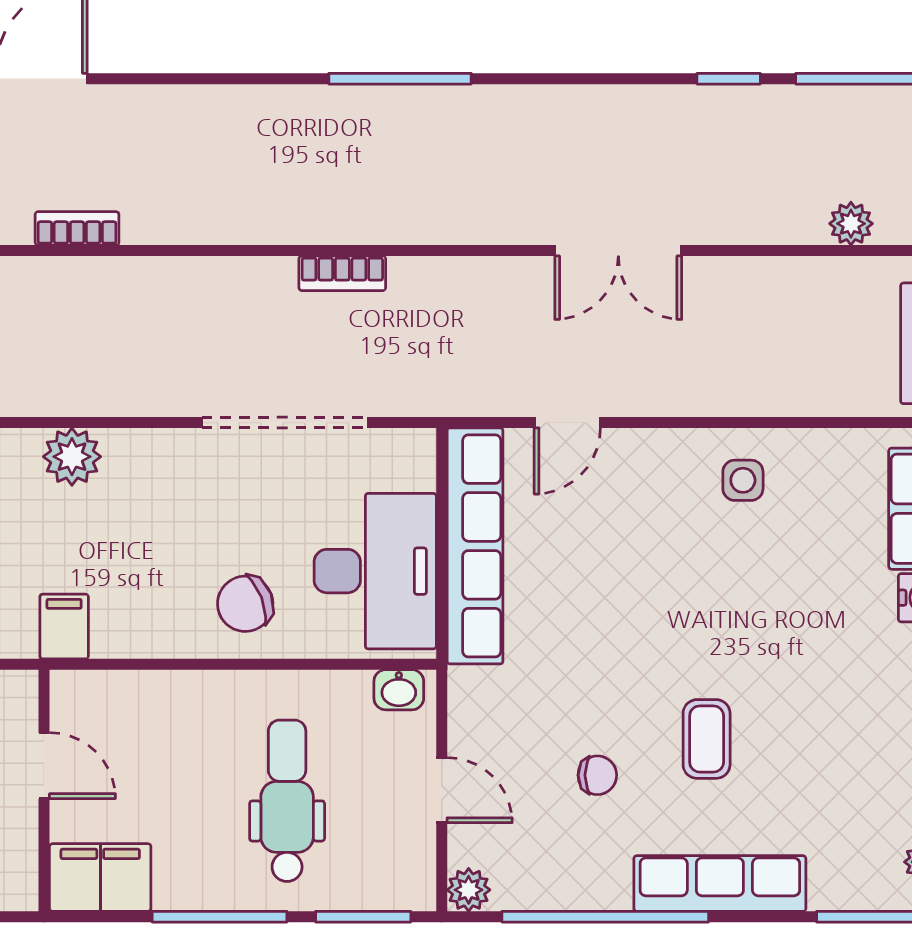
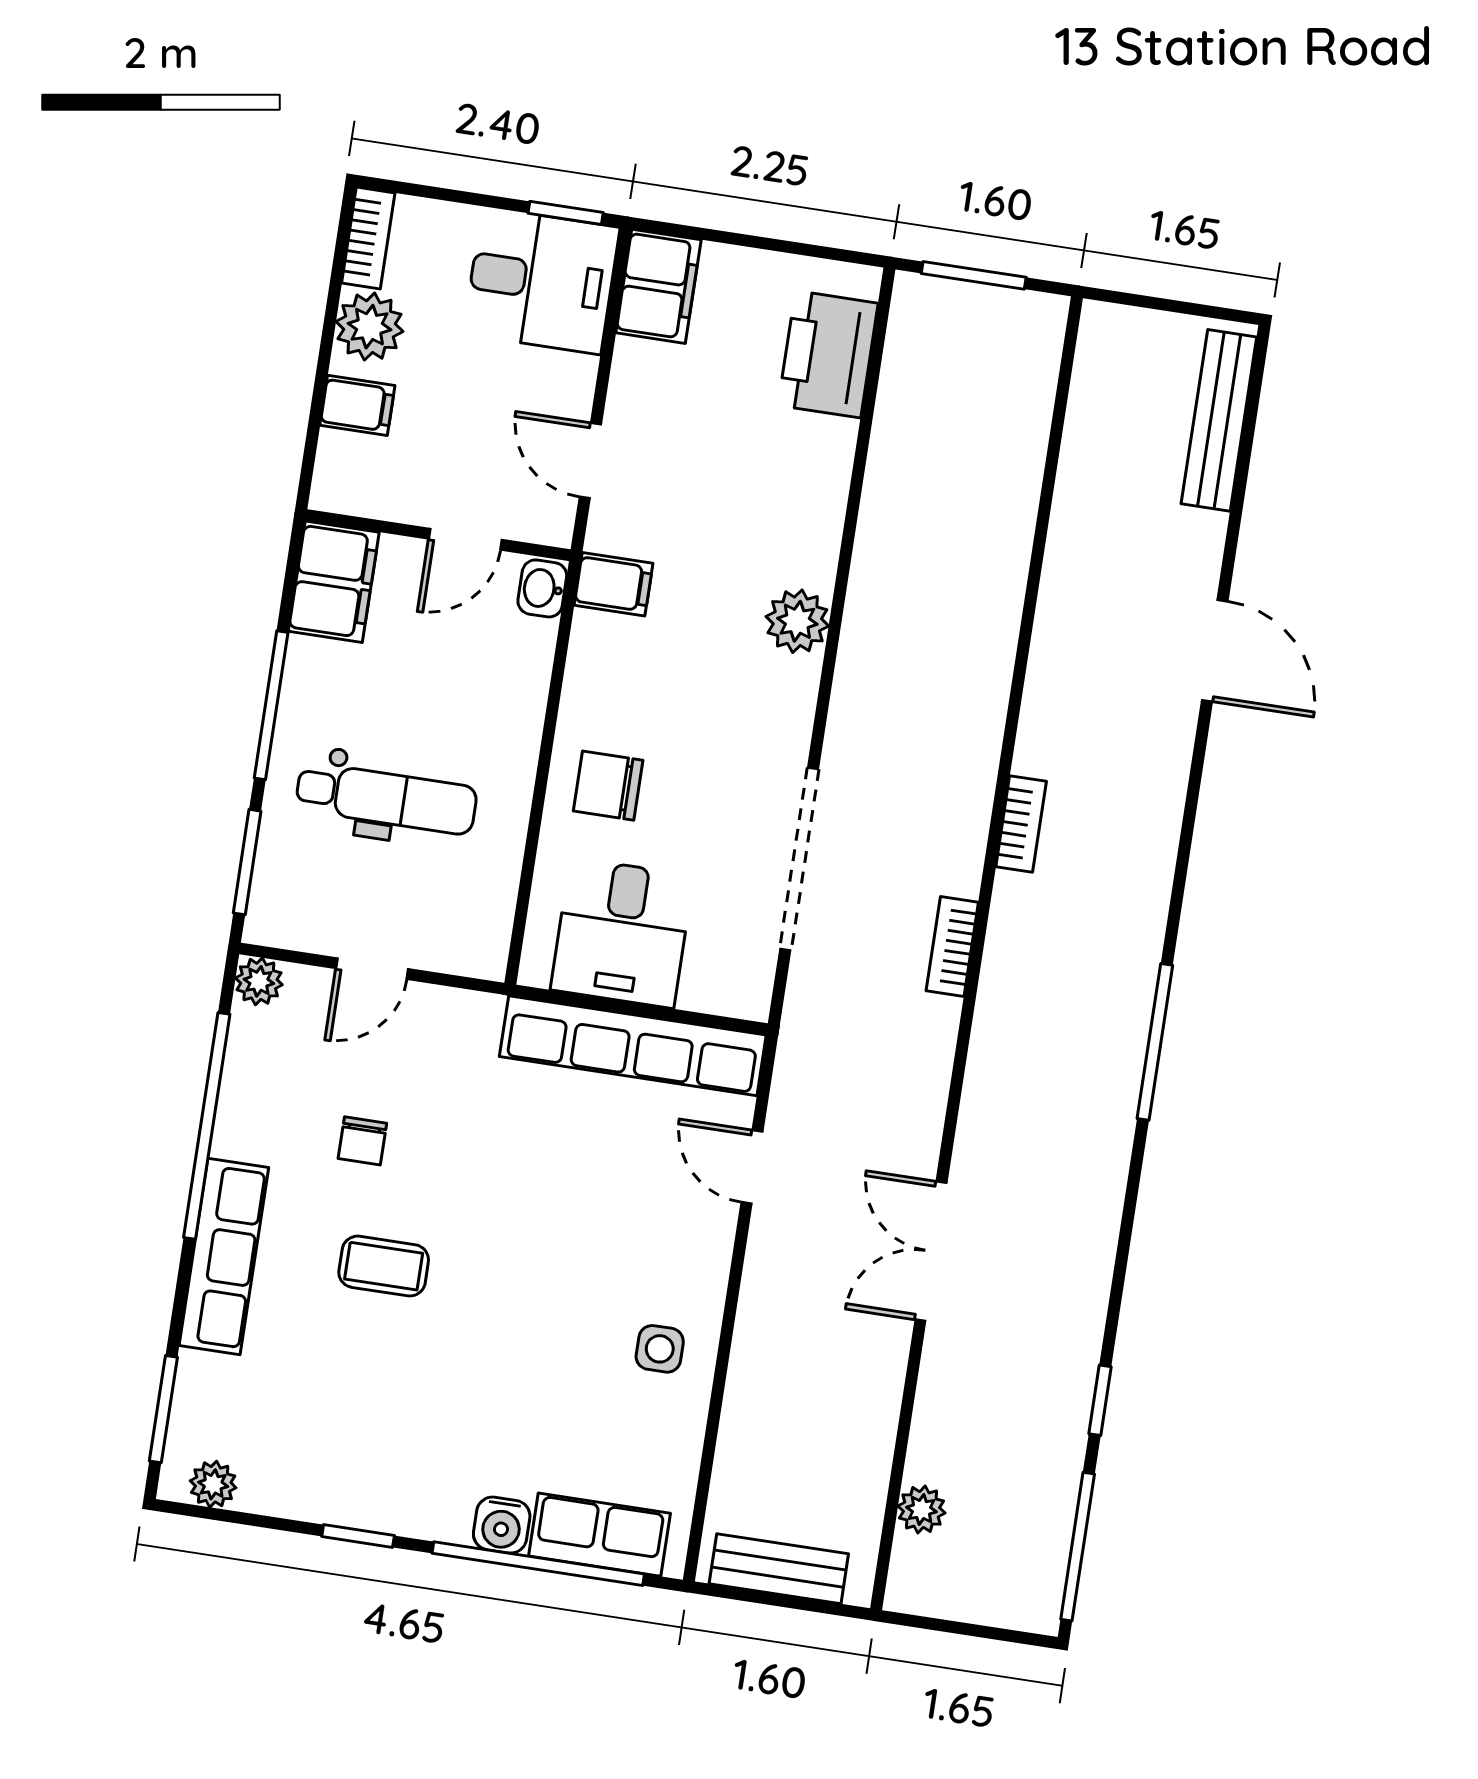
bookcase: (77, 228) -> (1021, 824), moved
desk: (375, 571) -> (622, 933), width x0.73
chair: (245, 604) -> (608, 786), turned -69
washbasin: (399, 690) -> (542, 588), moved

